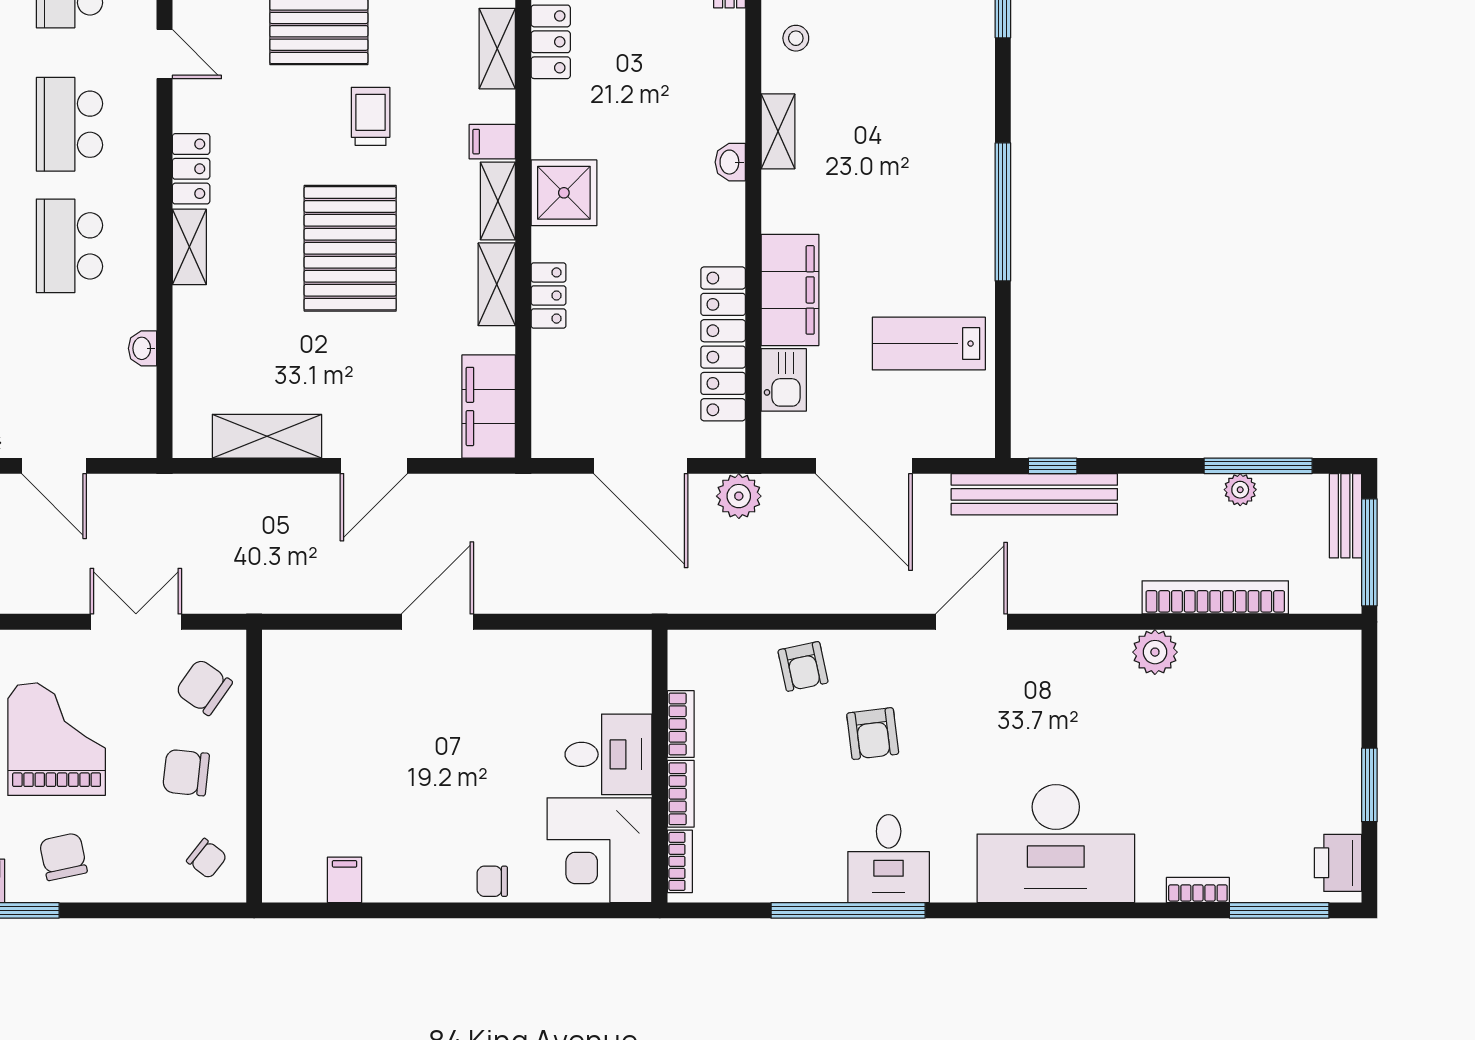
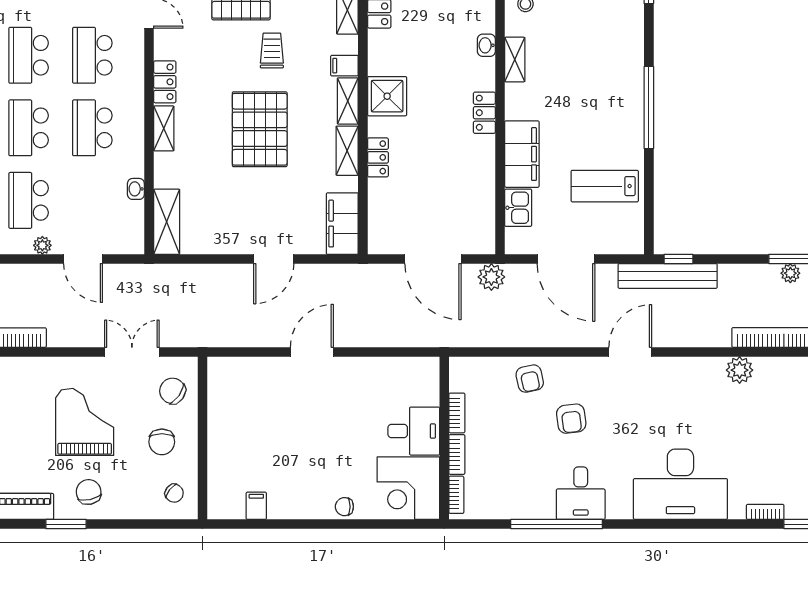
washbasin: (730, 162) -> (486, 45), moved
locker: (723, 344) -> (484, 113), moved, width x0.46, depth x0.83
shelving: (267, 436) -> (167, 222), moved, turned 90
chair: (186, 773) -> (162, 442), turned -96

